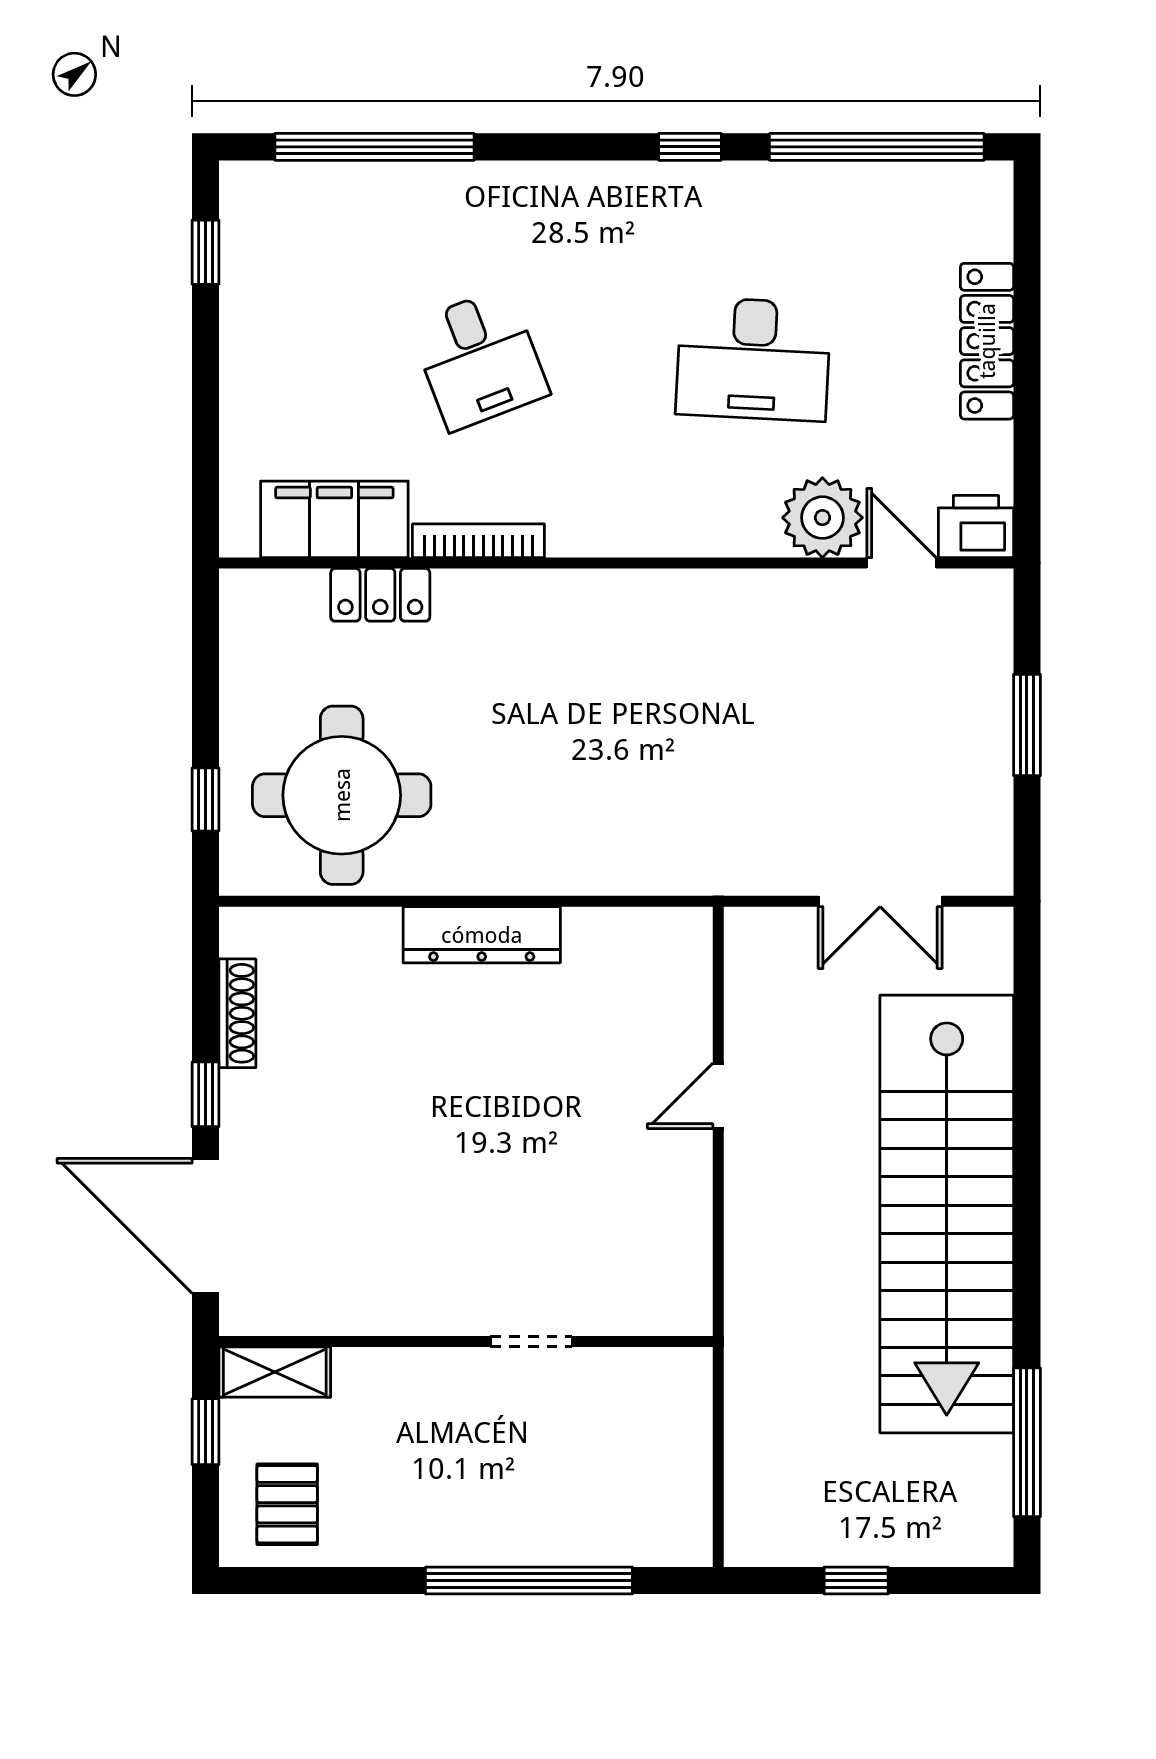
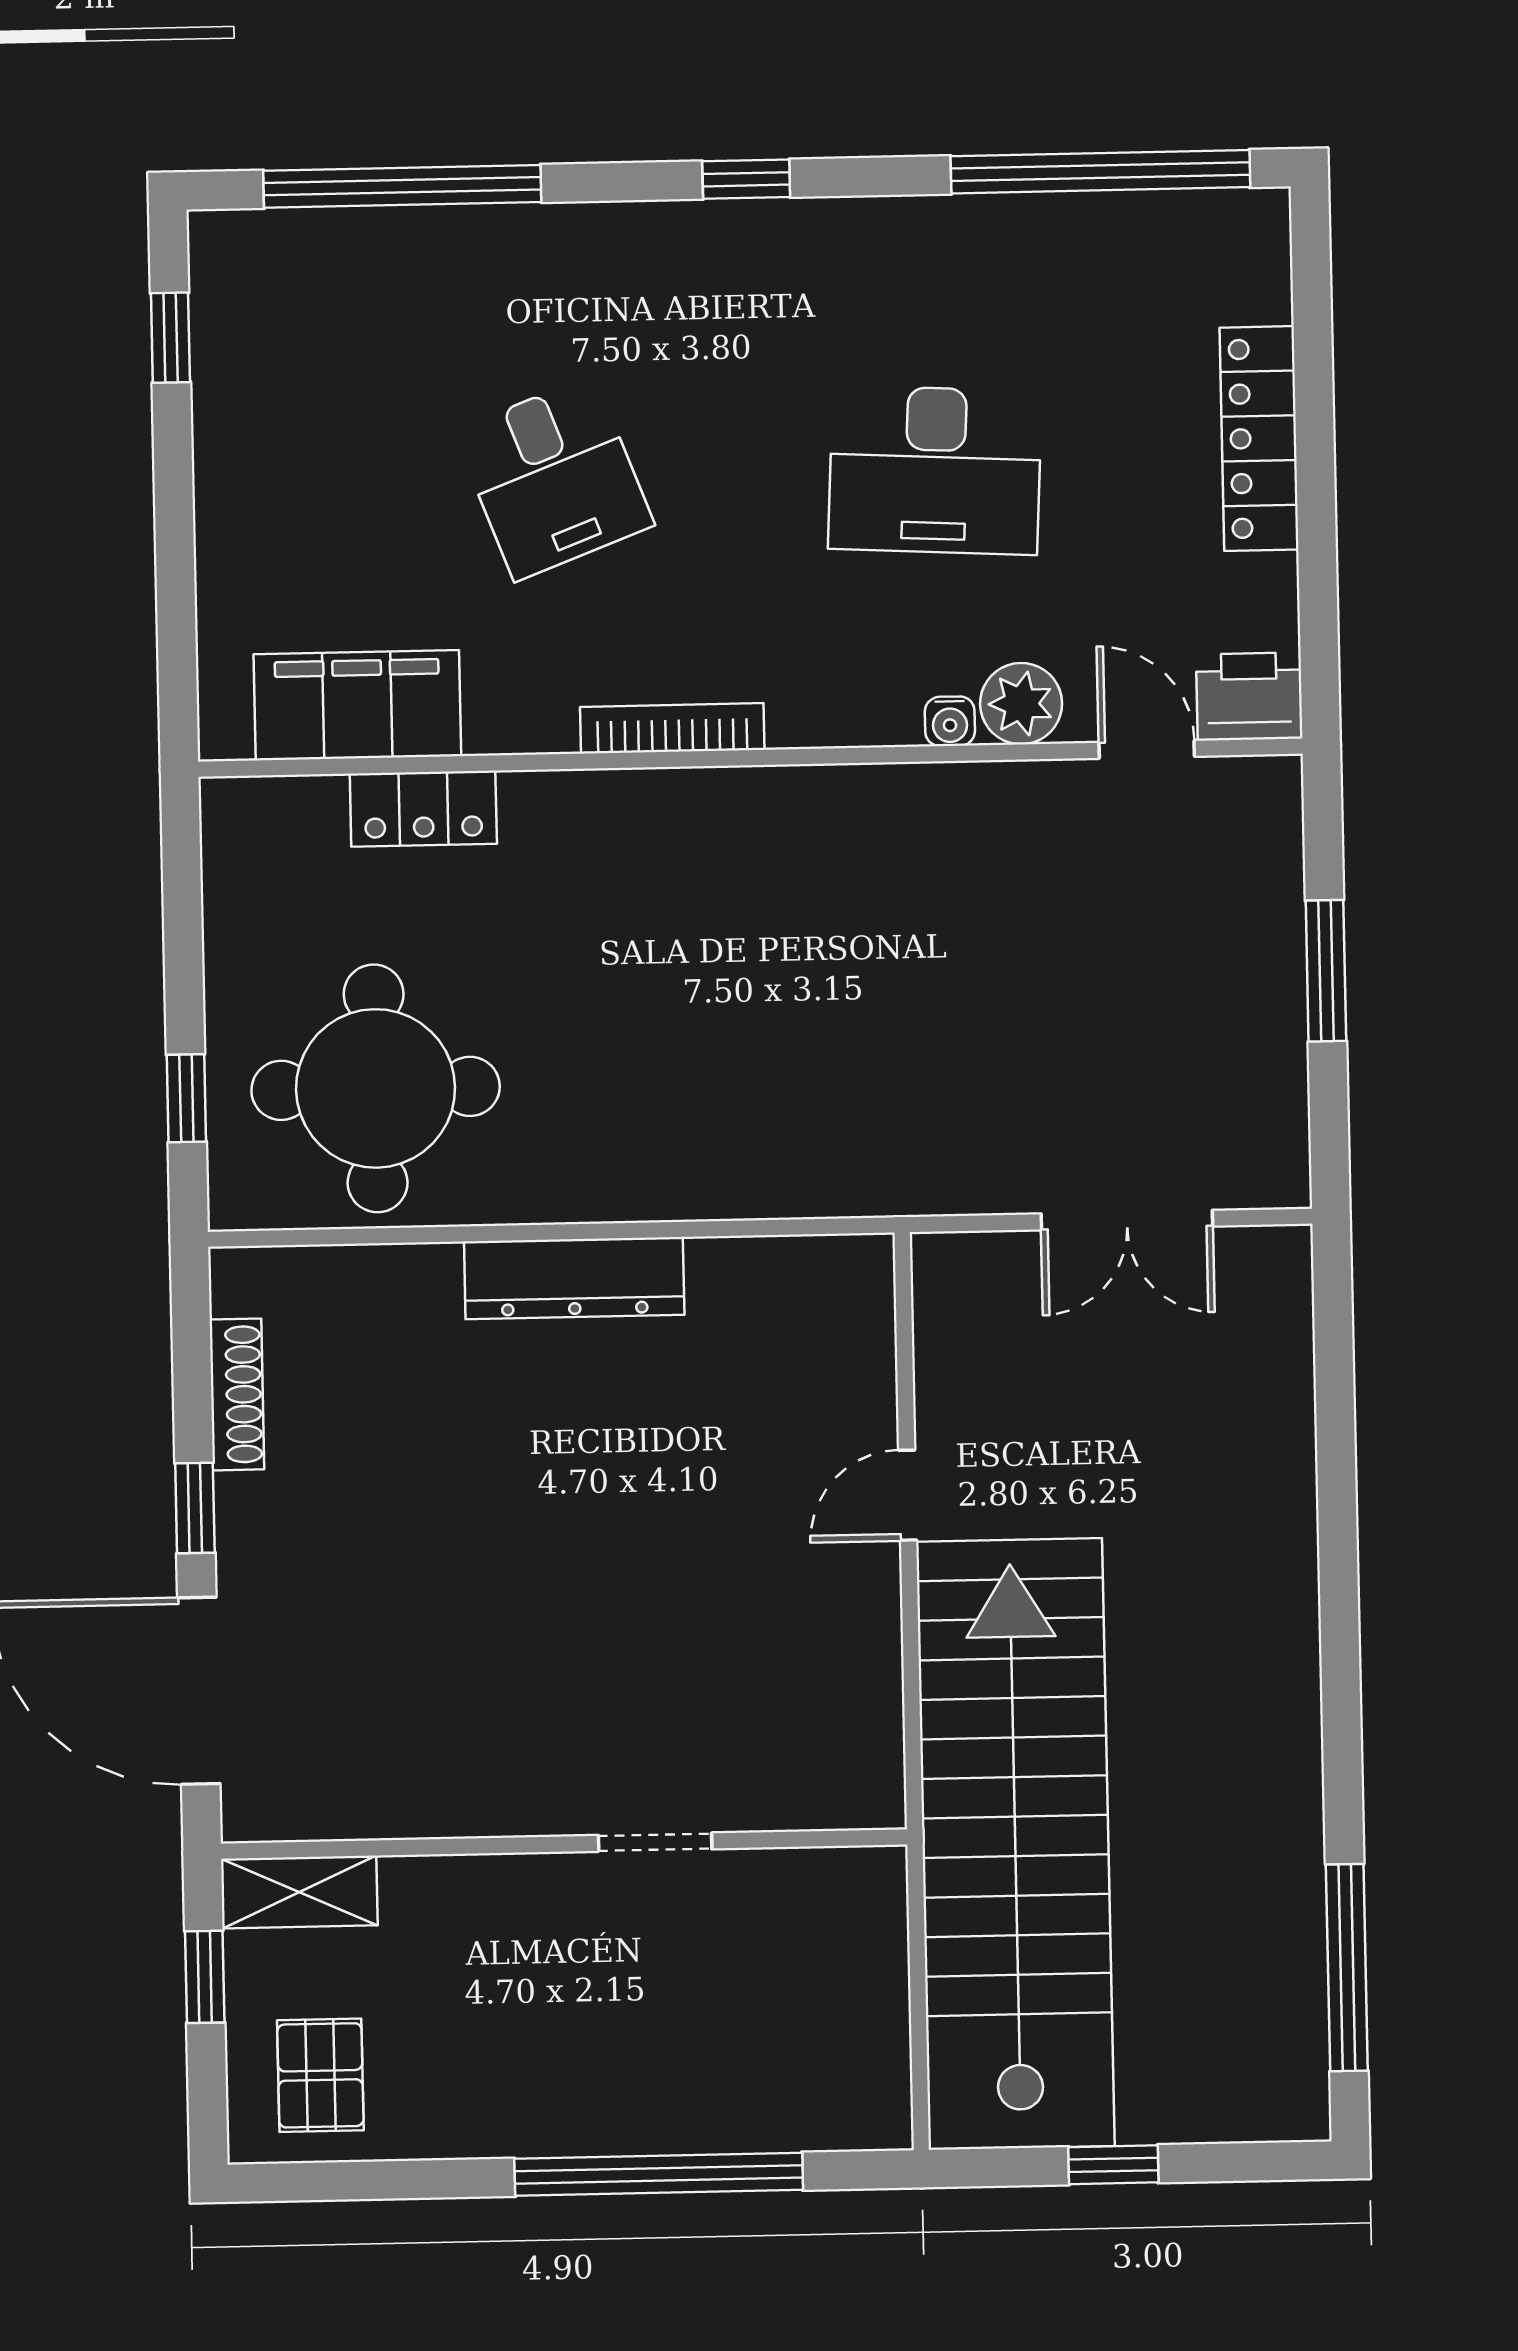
window: (690, 147) -> (746, 179), moved
plant: (822, 518) -> (1021, 704), width x0.73, depth x0.73
water cooler: (760, 540) -> (950, 721), added
bookcase: (478, 541) -> (672, 728), moved
stairs: (947, 1214) -> (1015, 1844), moved, turned 180

